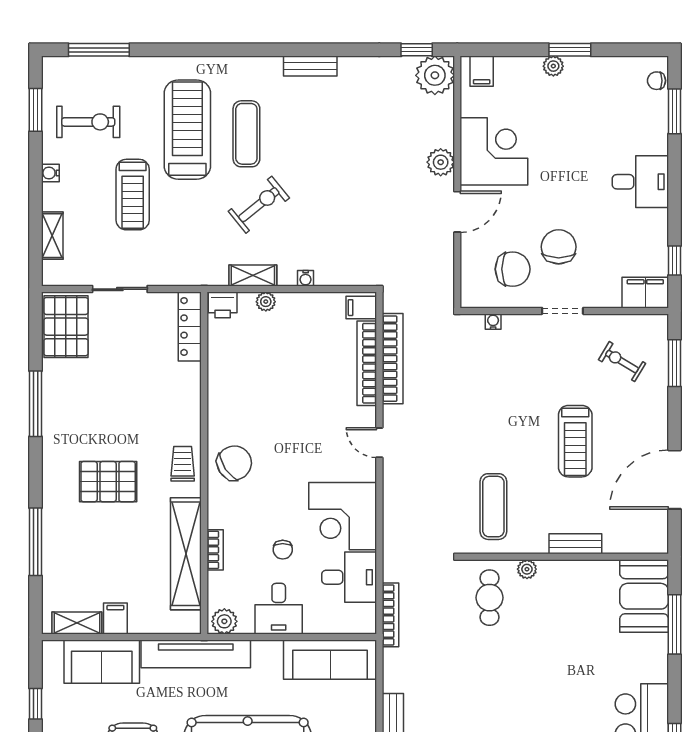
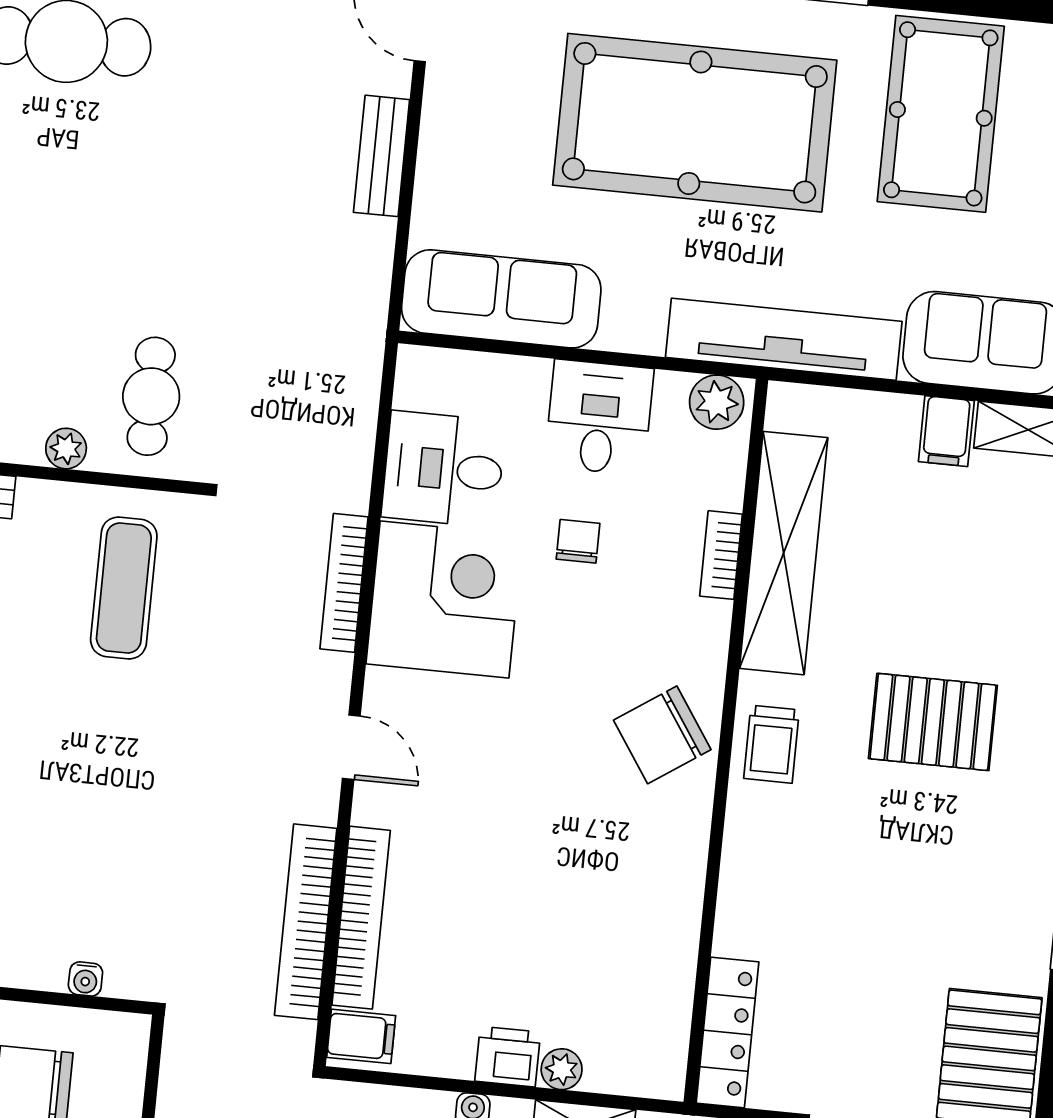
printer: (223, 305) -> (508, 1057), moved
bookcase: (390, 615) -> (344, 583), moved

